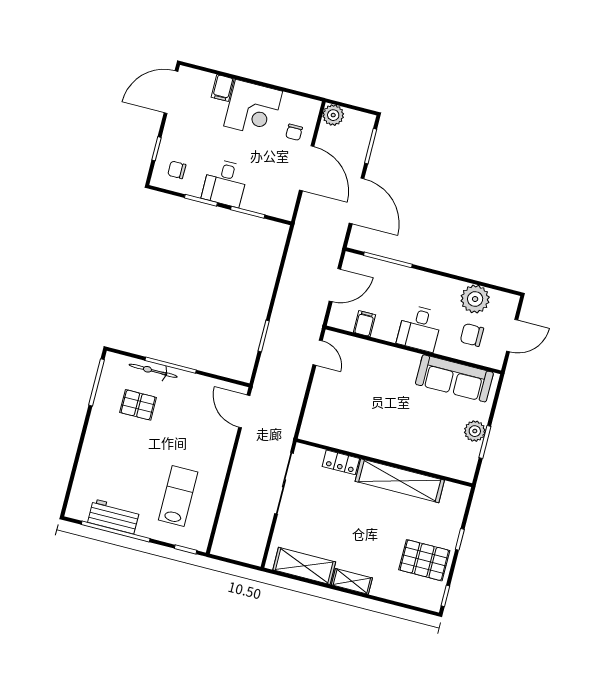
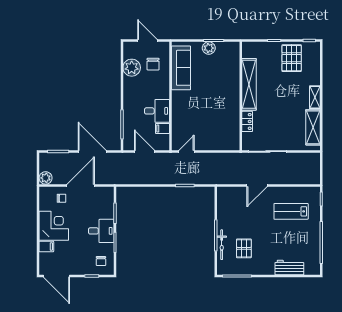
door: (357, 201) -> (92, 151), hinge flipped
desk: (420, 328) -> (157, 111), moved
door: (244, 411) -> (257, 185), moved
workbench: (114, 516) -> (289, 267), moved, turned 90

